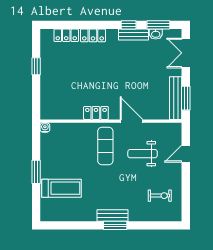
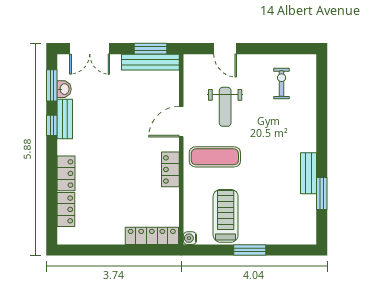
window: (36, 66) -> (108, 250), removed
locker: (47, 99) -> (152, 236), added
treadmill: (61, 188) -> (226, 216), moved
bench: (112, 216) -> (308, 173), moved
window: (115, 225) -> (322, 194), moved

